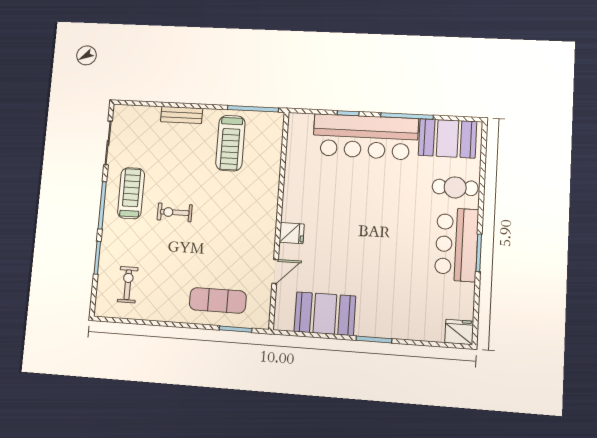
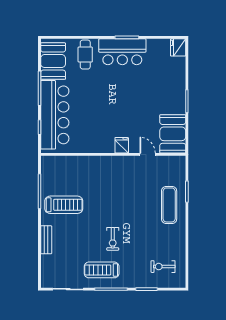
wall: (279, 220) -> (113, 154), moved
fridge: (292, 233) -> (122, 145), moved
door: (275, 271) -> (148, 154), moved

